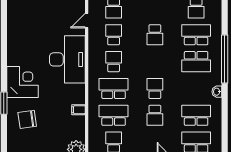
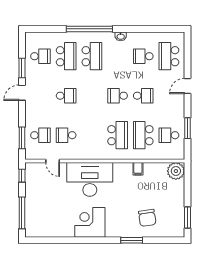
school desk: (196, 35) -> (66, 56), turned 180
school desk: (114, 62) -> (92, 135), removed
corner desk: (22, 82) -> (90, 222), moved
school desk: (114, 88) -> (118, 135), turned 180
school desk: (196, 115) -> (143, 56), width x0.54

